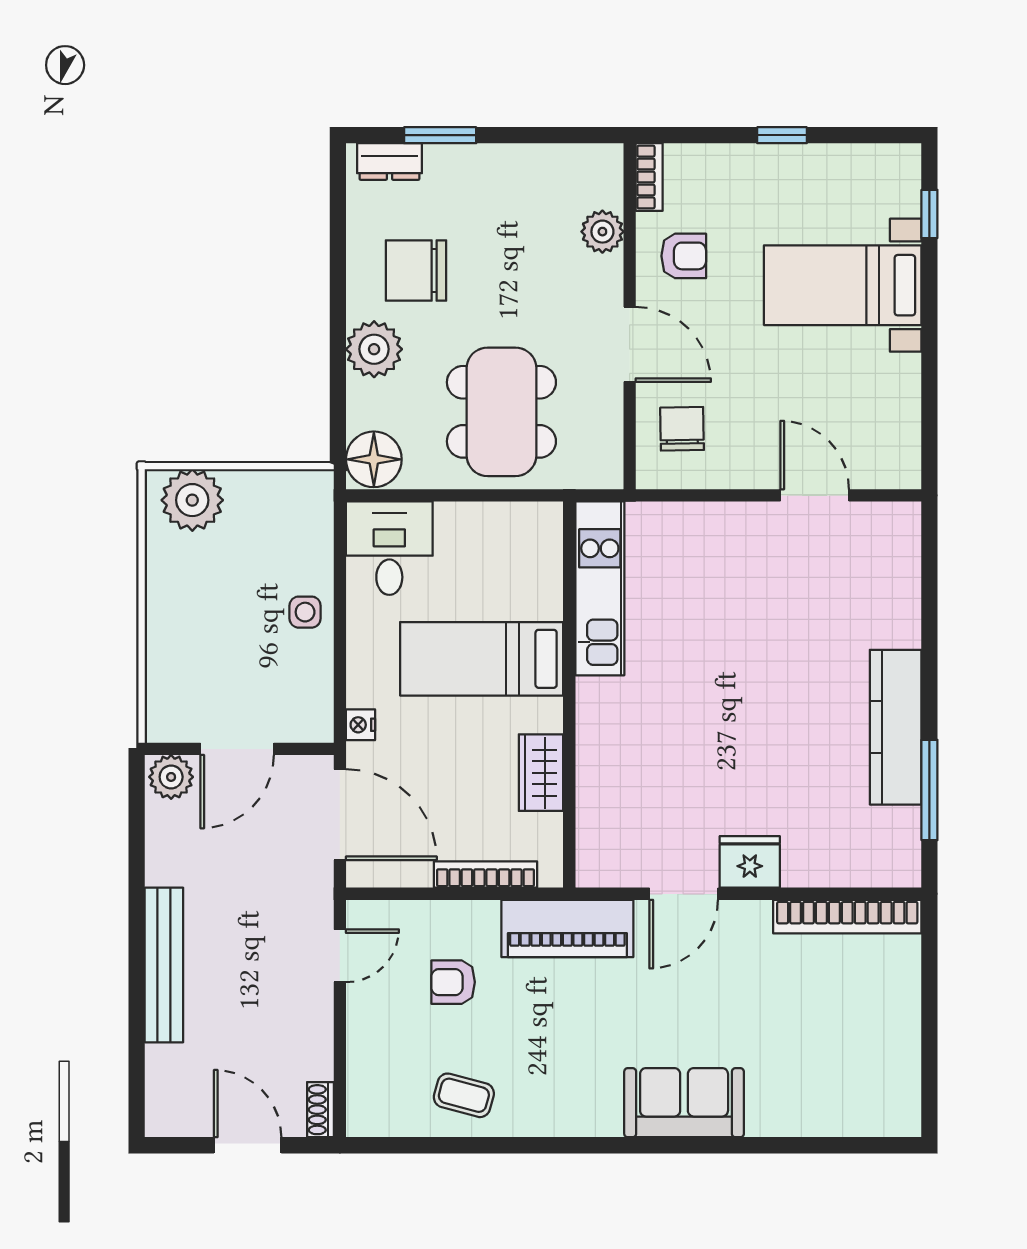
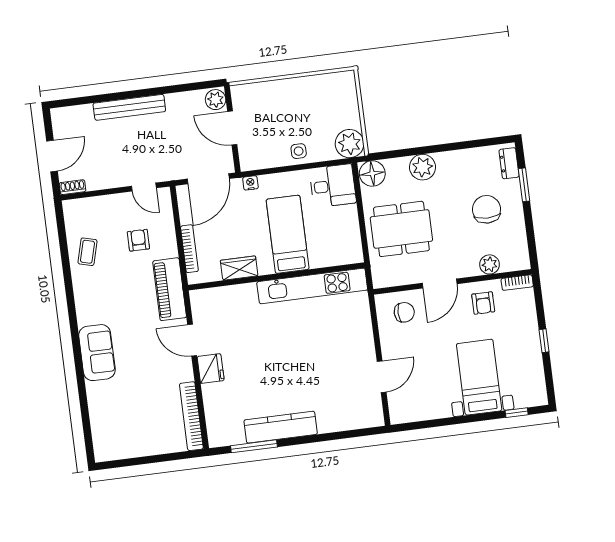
chair: (416, 271) -> (486, 209), moved
plant: (192, 500) -> (350, 144), moved
kitchen unit: (600, 588) -> (312, 286), width x1.36

